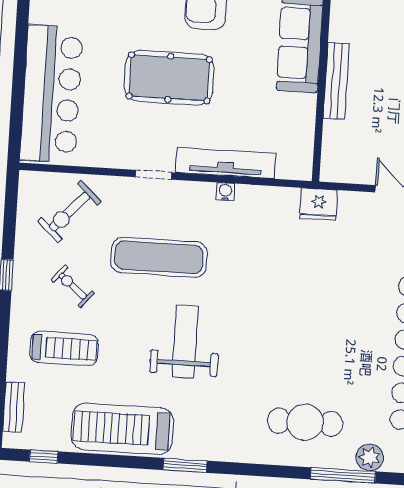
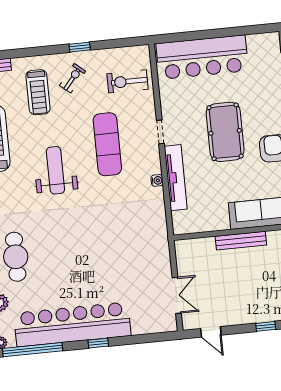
fridge: (319, 204) -> (159, 242), removed
exercise bike: (70, 212) -> (127, 81), turned -43
exercise bike: (73, 286) -> (73, 78), moved
weight bench: (185, 341) -> (55, 170), turned -90

